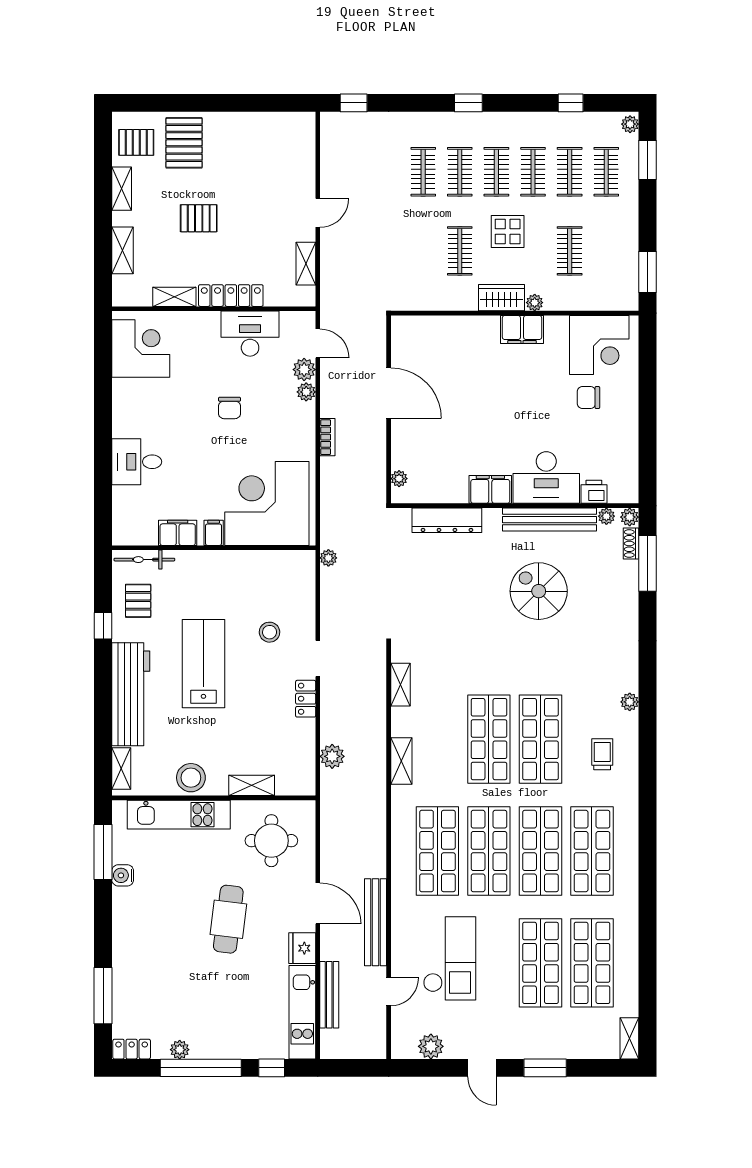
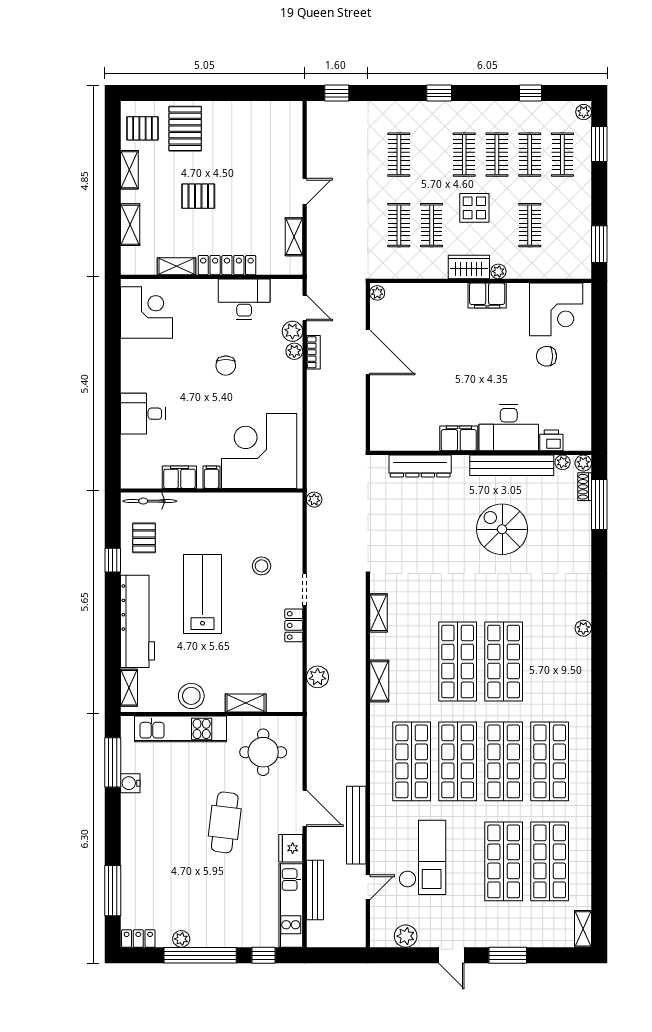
clothes rail: (460, 172) -> (399, 225), moved
bookcase: (327, 437) -> (313, 352), moved
plant: (399, 479) -> (377, 293), moved
trolley: (602, 754) -> (559, 675), removed

